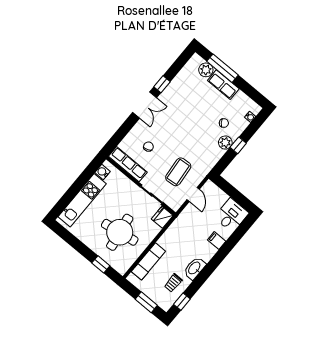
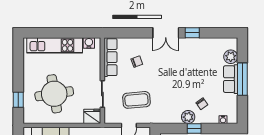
window: (222, 68) -> (242, 79), moved

